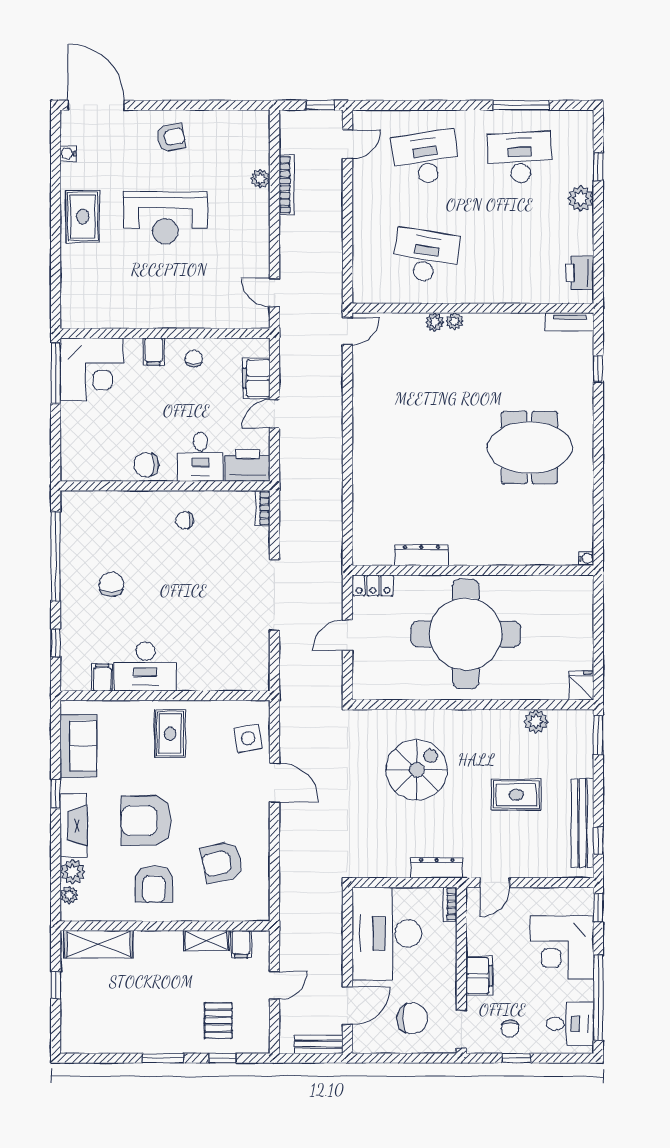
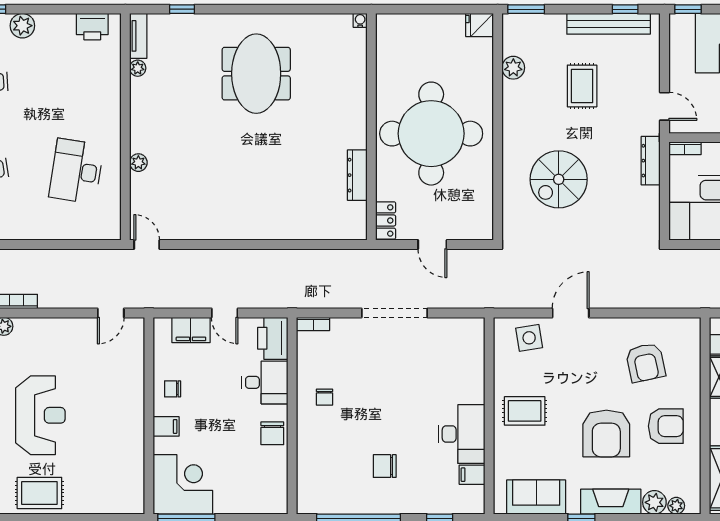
plant: (455, 321) -> (138, 68), moved
spiral stairs: (417, 770) -> (559, 179), turned -90

